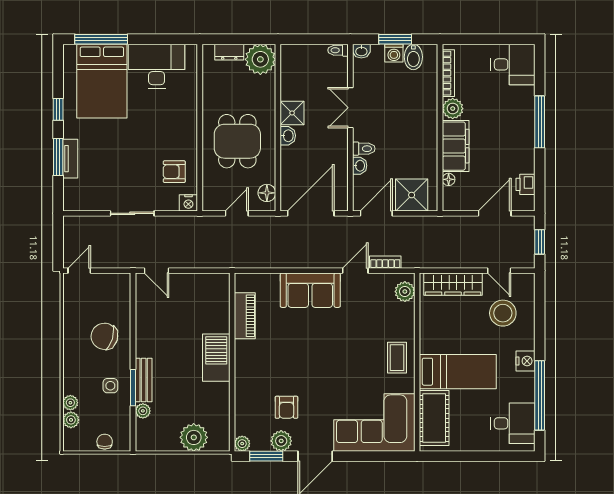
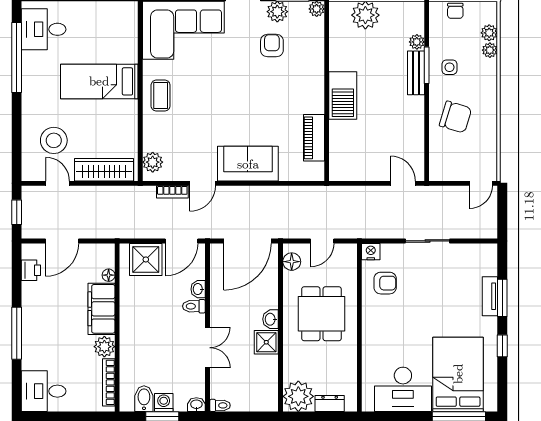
nightstand: (526, 361) -> (31, 92), removed
cot: (434, 418) -> (123, 35), removed

